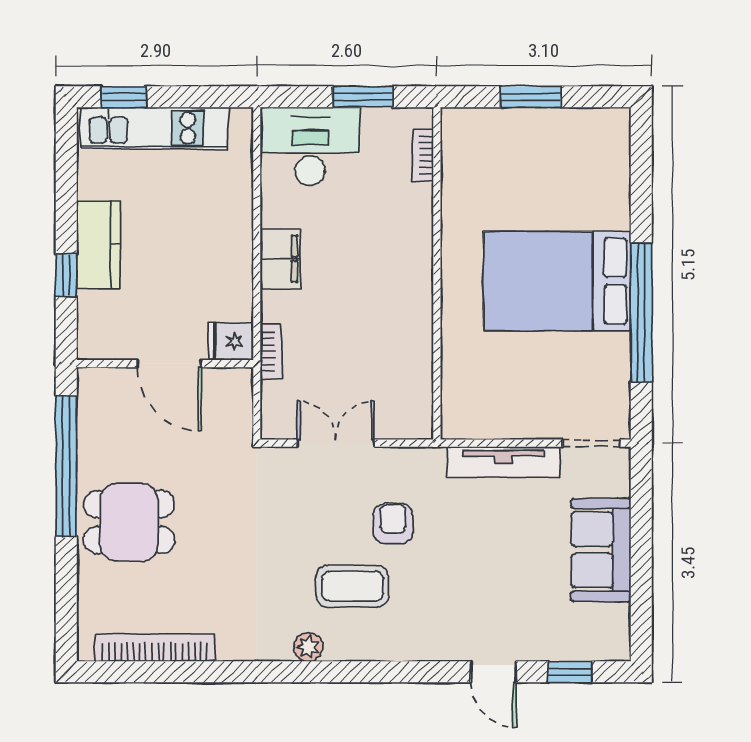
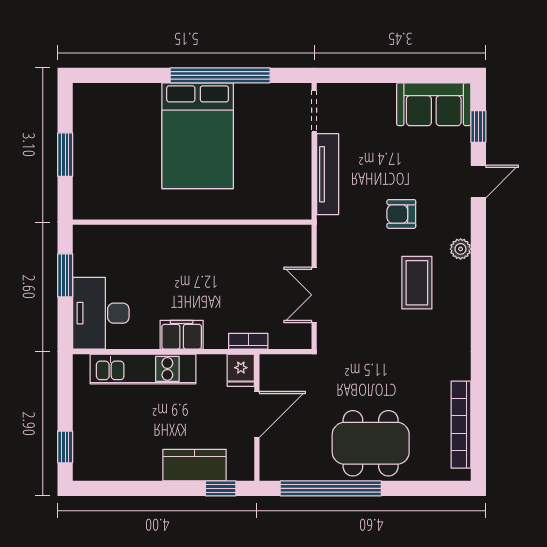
kitchen unit: (154, 128) -> (143, 369), moved, turned 90
bookcase: (423, 155) -> (107, 232), removed
kitchen counter: (99, 244) -> (195, 465), moved
window: (66, 275) -> (221, 488), moved
dining table: (129, 522) -> (371, 443), width x1.37
armchair: (393, 524) -> (401, 214), moved
sofa: (601, 550) -> (434, 104), moved
plant: (308, 647) -> (461, 249), moved

